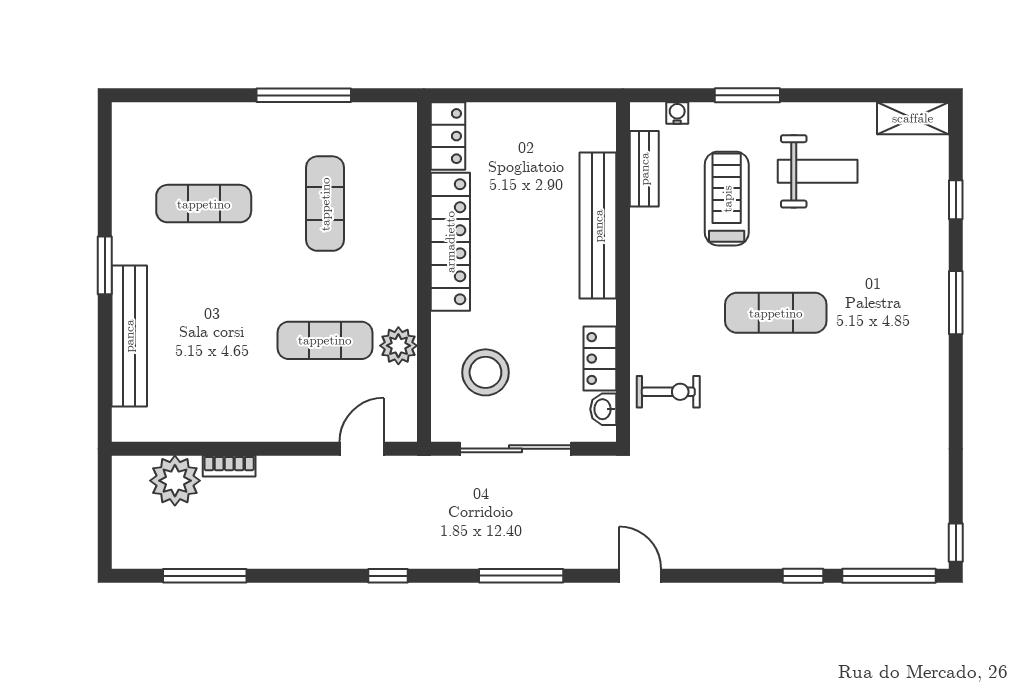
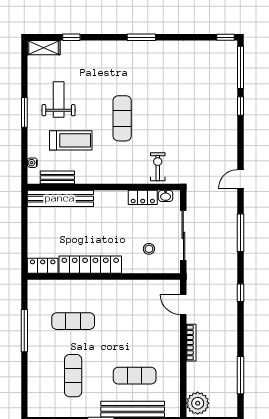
window: (747, 95) -> (24, 112), moved
shelving: (913, 118) -> (44, 48), moved, turned 90
treadmill: (727, 199) -> (71, 140), turned 180
bench: (598, 226) -> (60, 198), moved
window: (956, 303) -> (141, 37), moved
exercise mat: (325, 340) -> (135, 376), moved, turned 90
plant: (398, 346) -> (137, 288), removed
stool: (485, 372) -> (149, 249), width x0.53, depth x0.53
bookcase: (229, 466) -> (191, 343), moved, width x1.56
plant: (175, 481) -> (198, 403), moved

